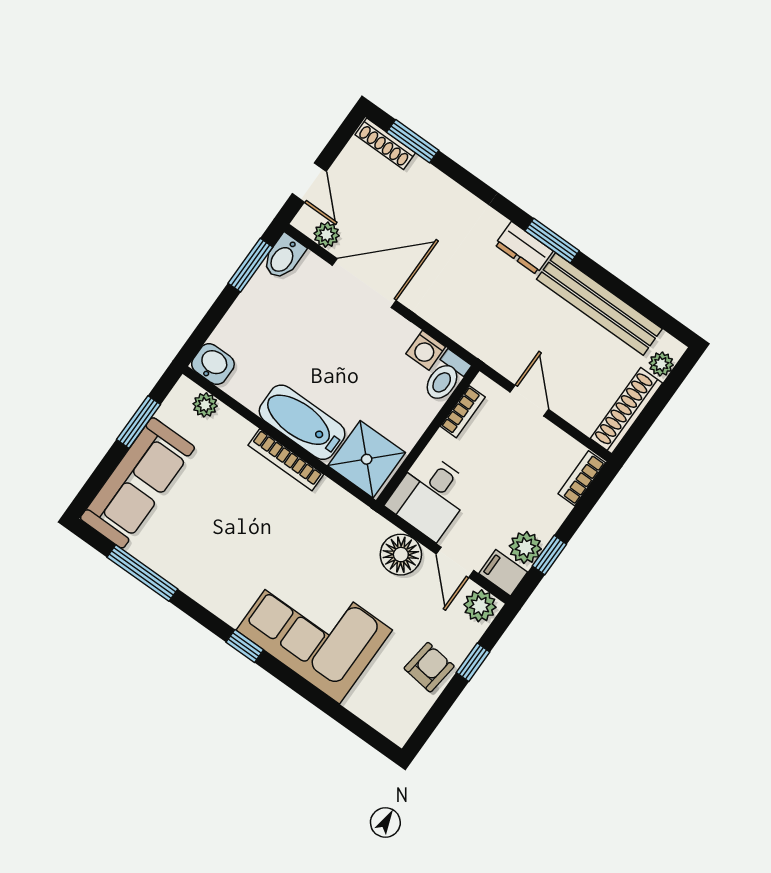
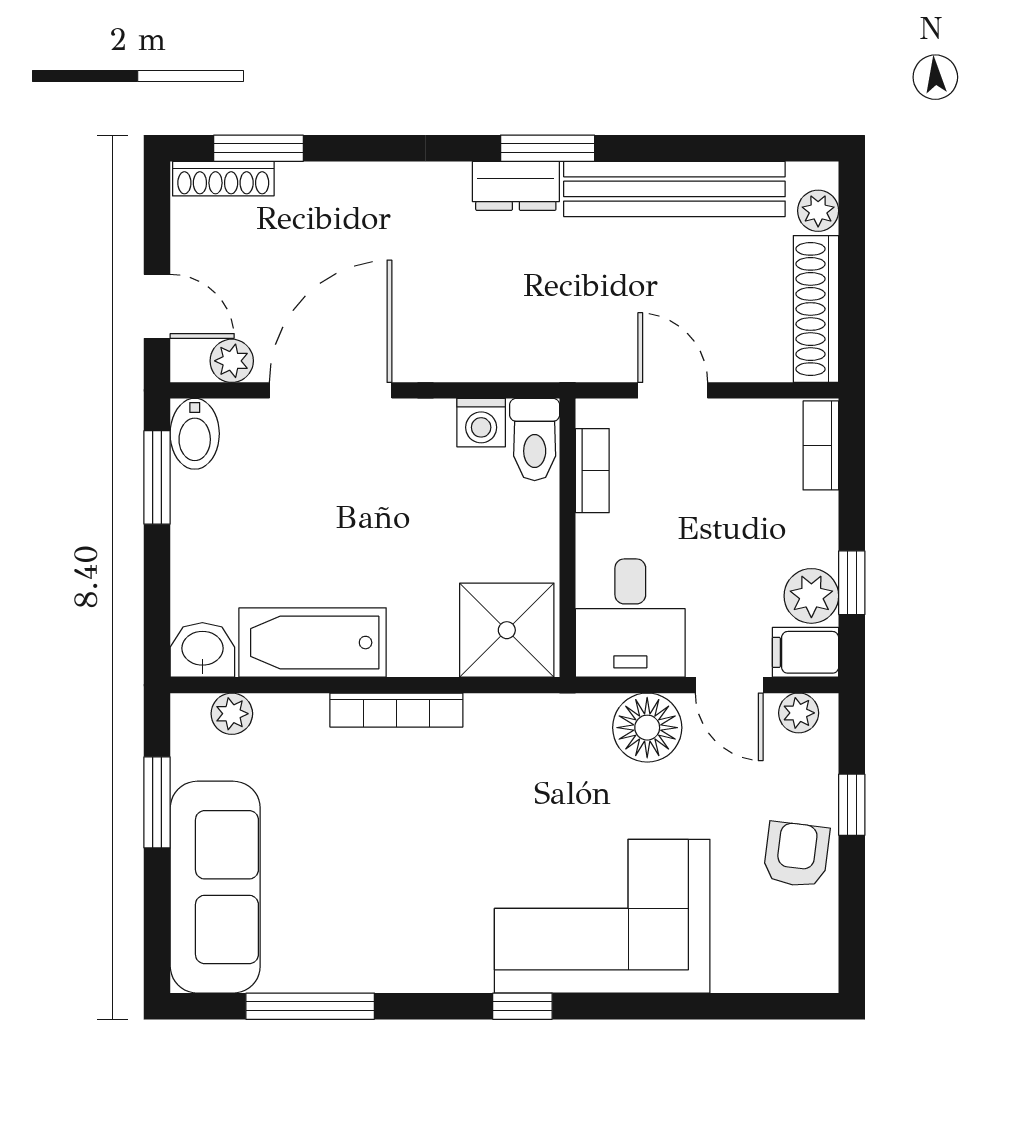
bathtub: (302, 422) -> (313, 643), moved
plant: (480, 606) -> (799, 713), width x0.73, depth x0.73

